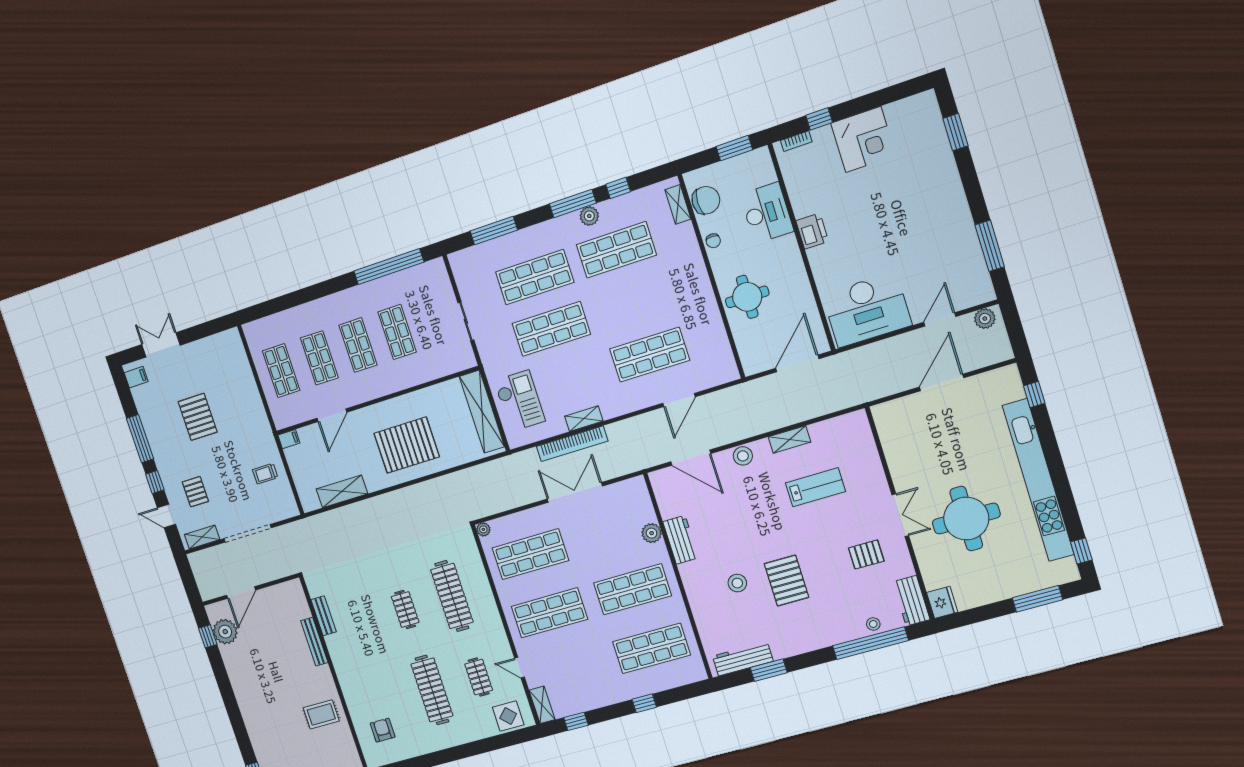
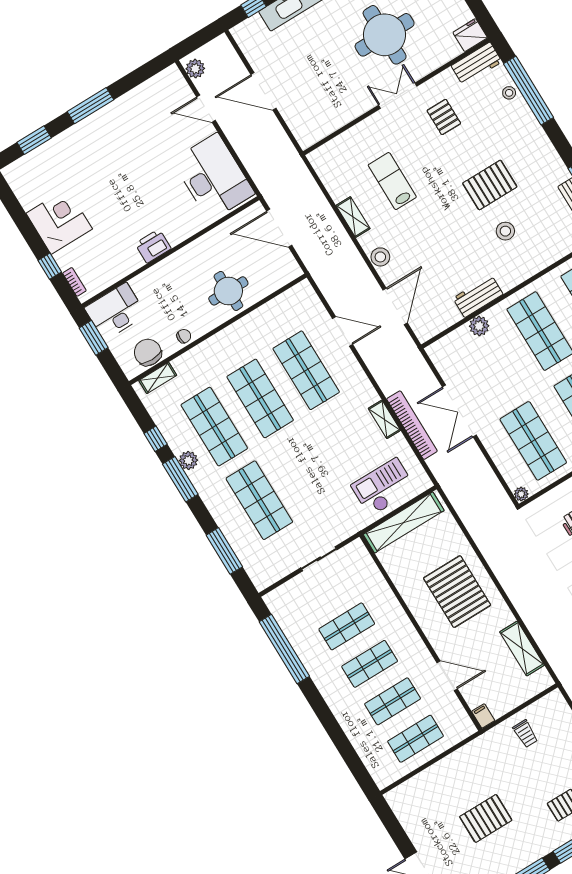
desk: (767, 213) -> (115, 311), moved
window: (990, 246) -> (90, 106), moved
shop shelf: (551, 329) -> (260, 398), moved

